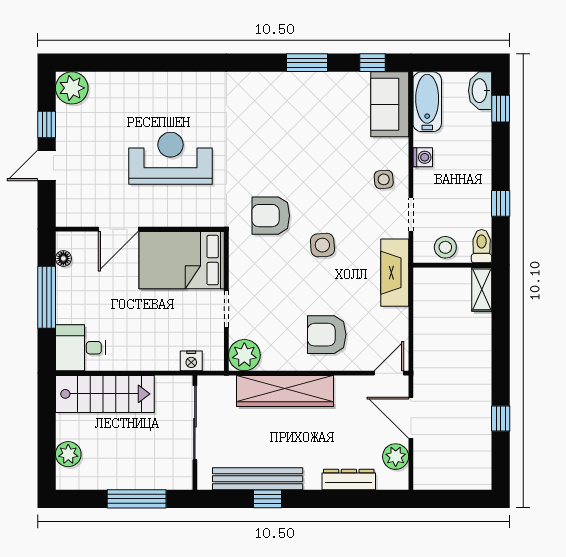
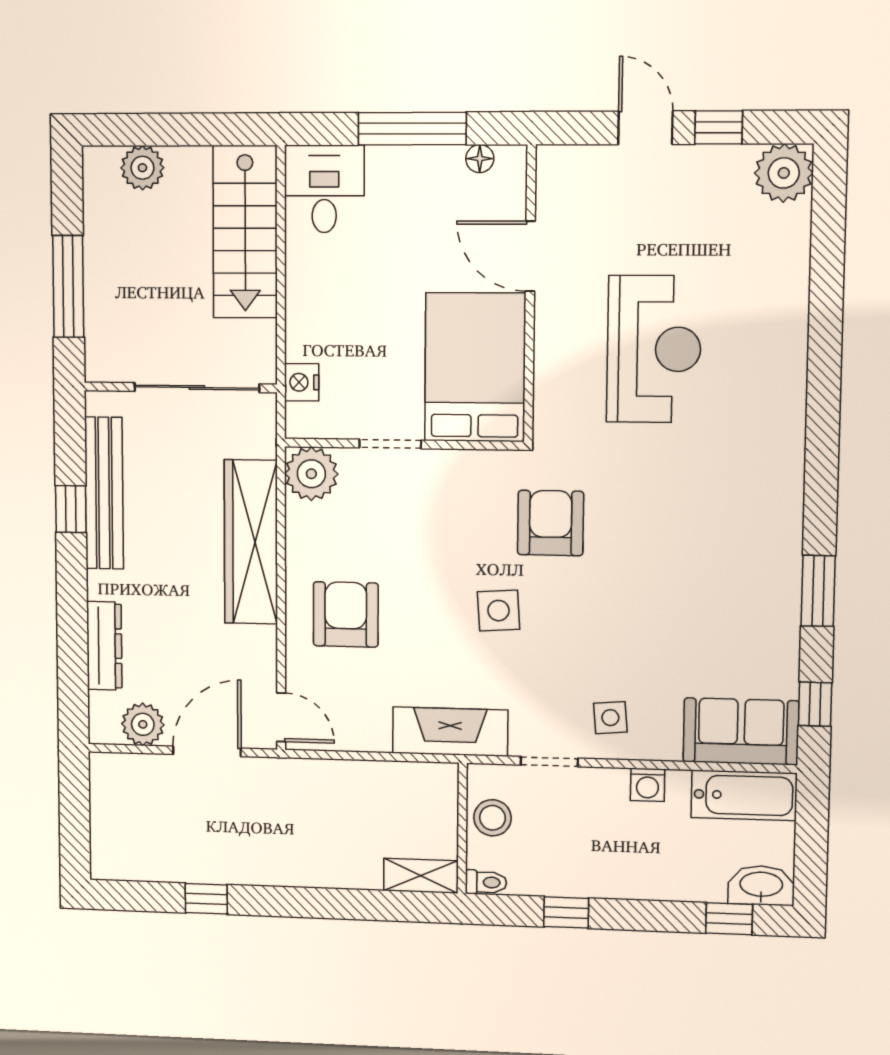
toilet: (482, 246) -> (486, 882), width x0.73, depth x0.72

